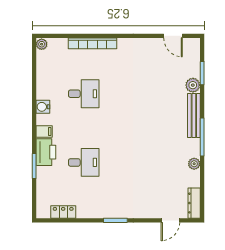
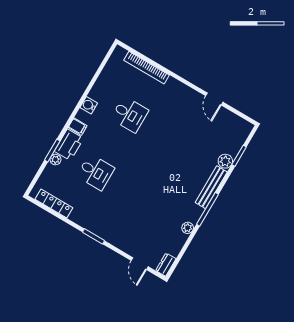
door: (173, 36) -> (214, 99), moved
bookcase: (92, 43) -> (147, 68), moved
plant: (42, 44) -> (55, 160), moved
dresser: (194, 203) -> (166, 265), width x0.70
locker: (63, 212) -> (54, 204), width x1.53
door: (170, 220) -> (140, 264), hinge flipped

